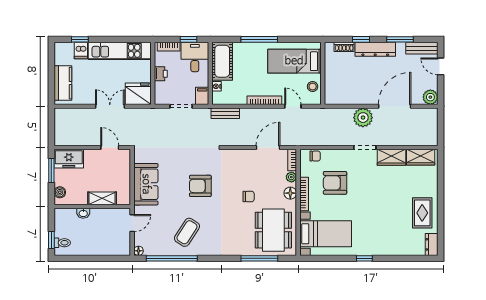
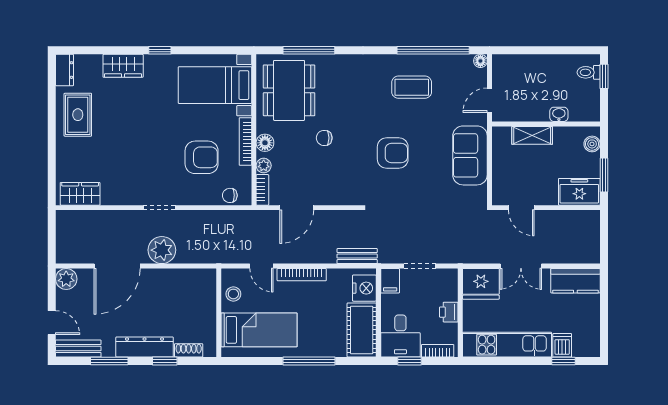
kitchen counter: (63, 83) -> (575, 281), moved, turned -90
nightstand: (217, 86) -> (364, 288), width x1.89, depth x1.79
wardrobe: (391, 157) -> (123, 66), moved, turned 180
coffee table: (187, 232) -> (412, 87), turned 57

